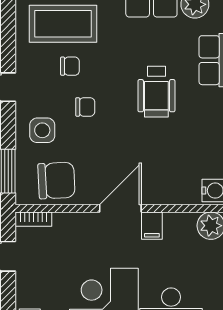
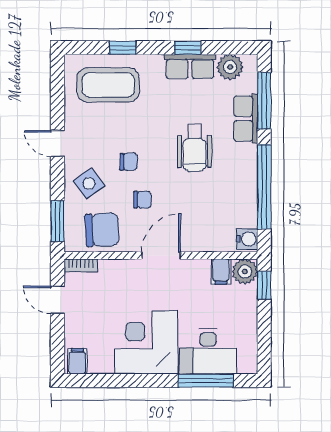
chair: (70, 66) -> (142, 200), moved
side table: (42, 130) -> (89, 183), turned -36
filing cabinet: (152, 226) -> (221, 272), moved

